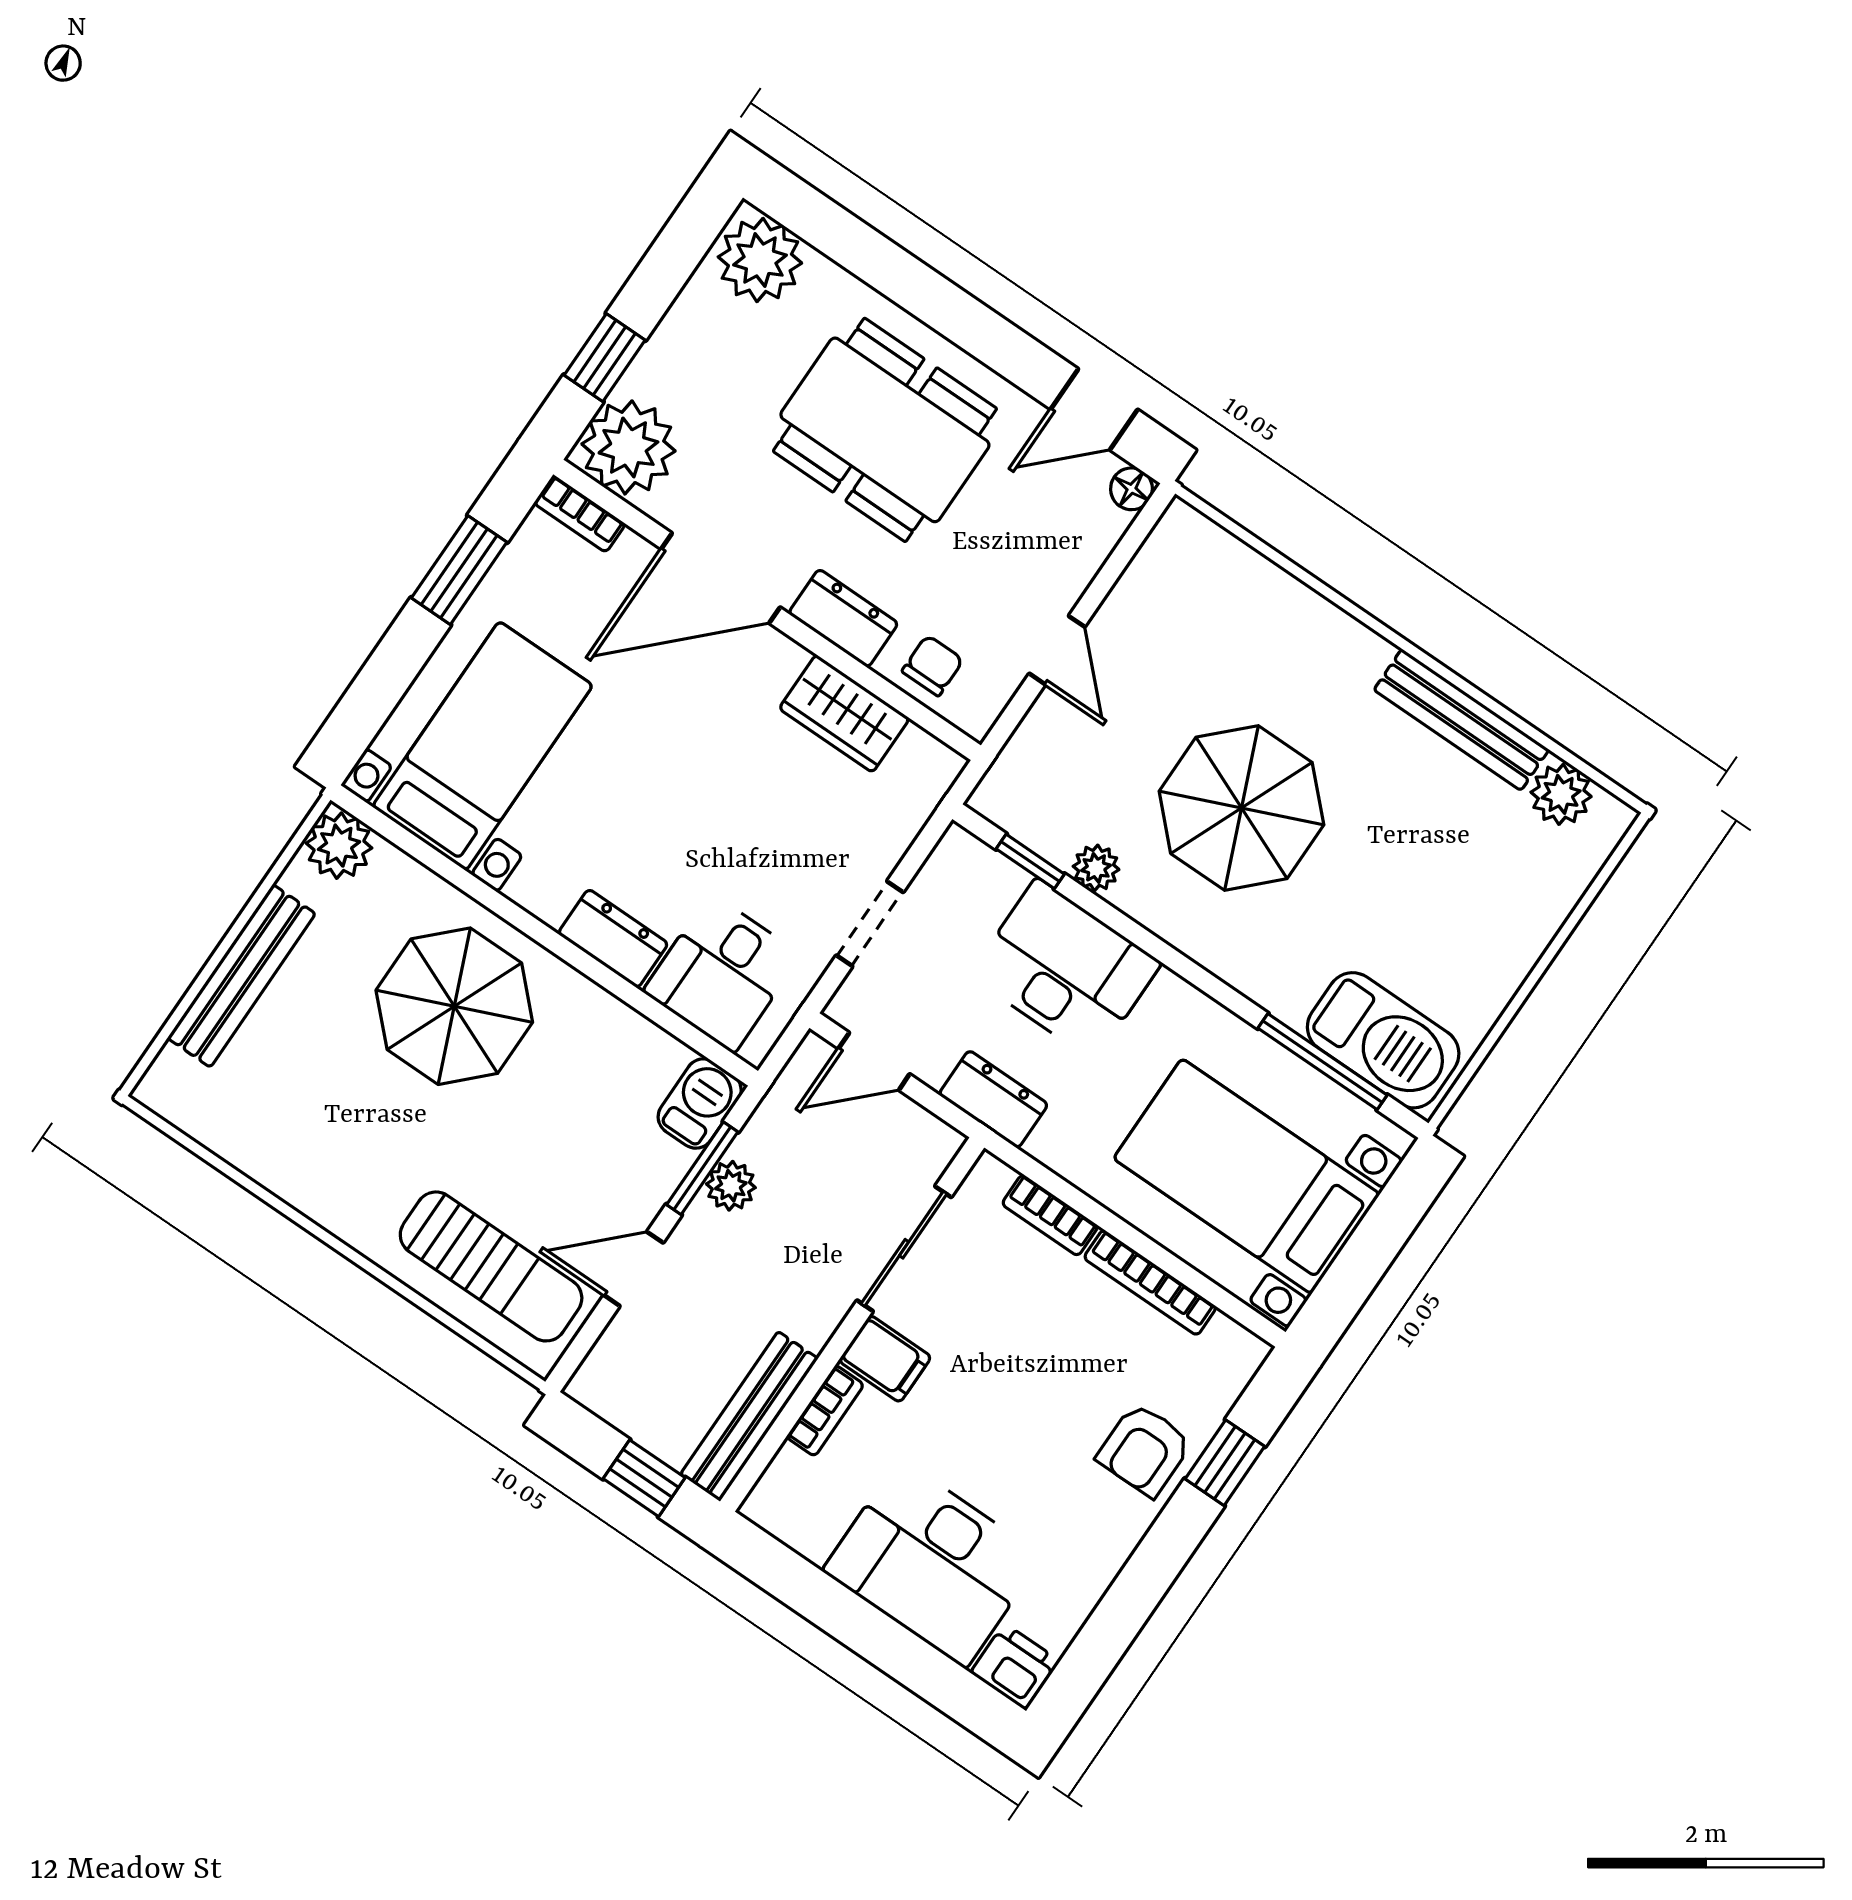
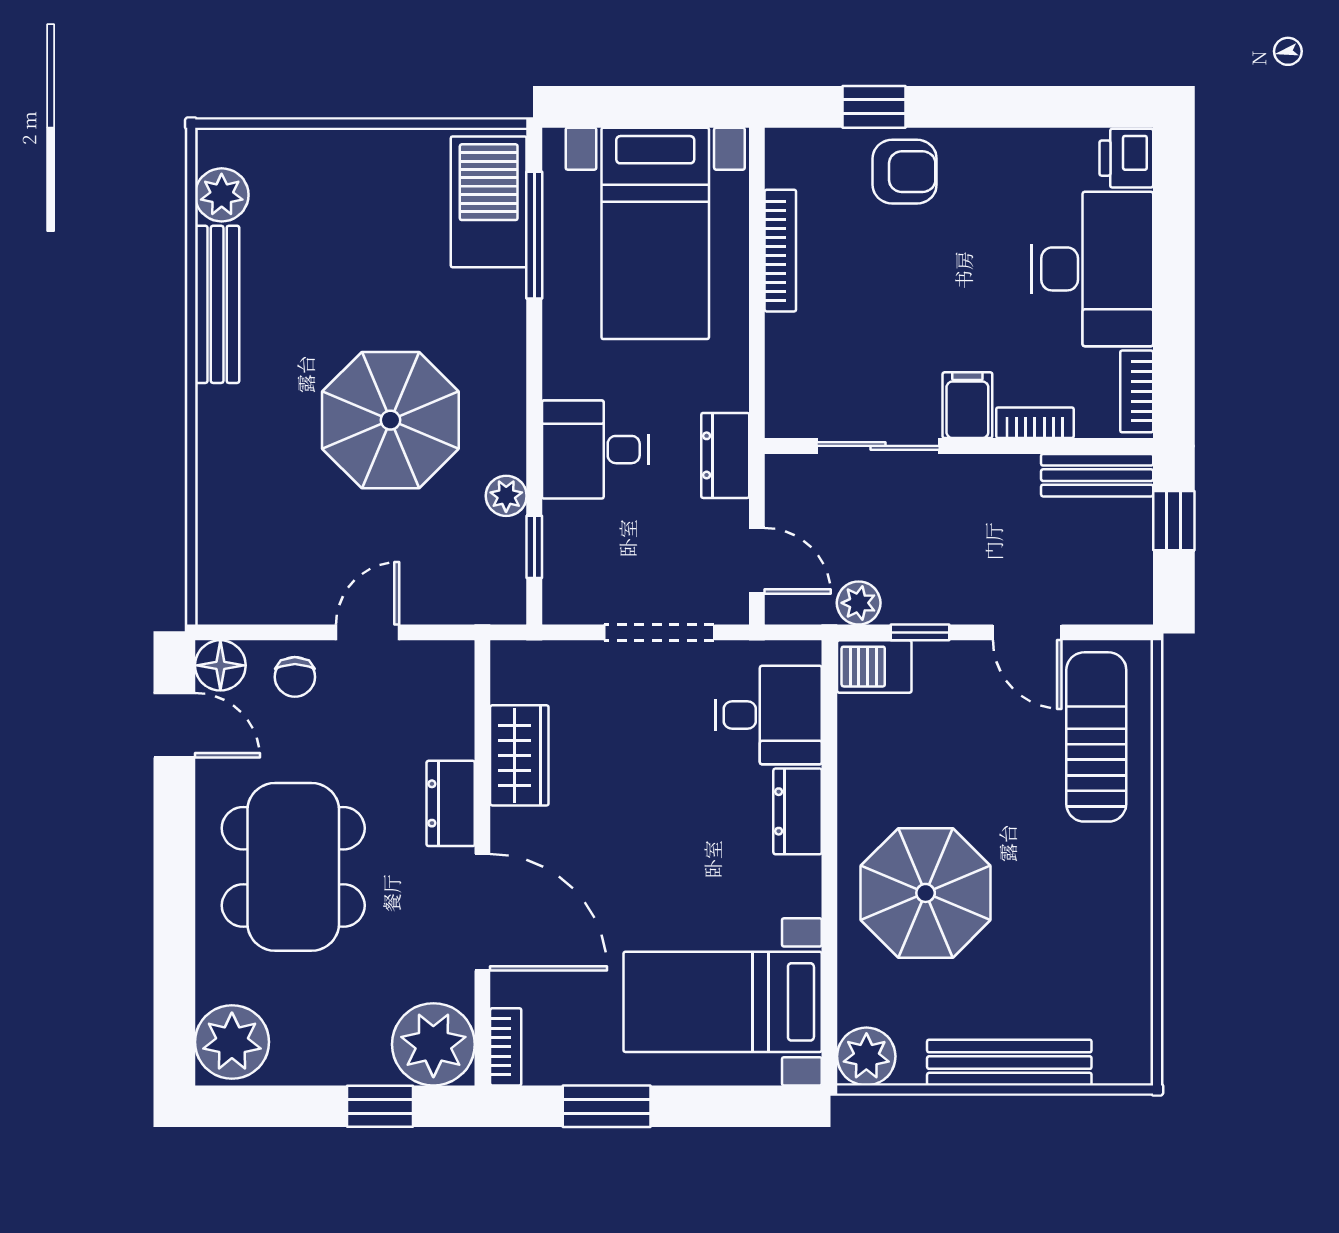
floor lamp: (1131, 489) -> (220, 665), width x1.37, depth x1.37
chair: (933, 666) -> (295, 677), moved, turned -90
doorway: (870, 924) -> (659, 632), width x1.38
desk: (1065, 969) -> (595, 450), width x0.73
window: (702, 1168) -> (920, 632), width x0.67
plant: (731, 1186) -> (859, 603), moved
bookcase: (1050, 1215) -> (1137, 391), moved, turned 180
bench: (749, 1416) -> (1097, 475), width x0.73

